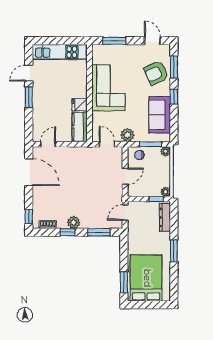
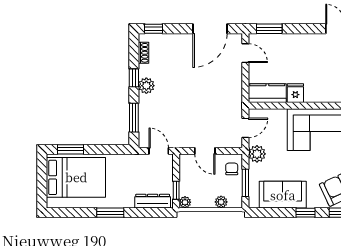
window: (29, 97) -> (269, 29), moved
plant: (165, 151) -> (221, 202), moved

